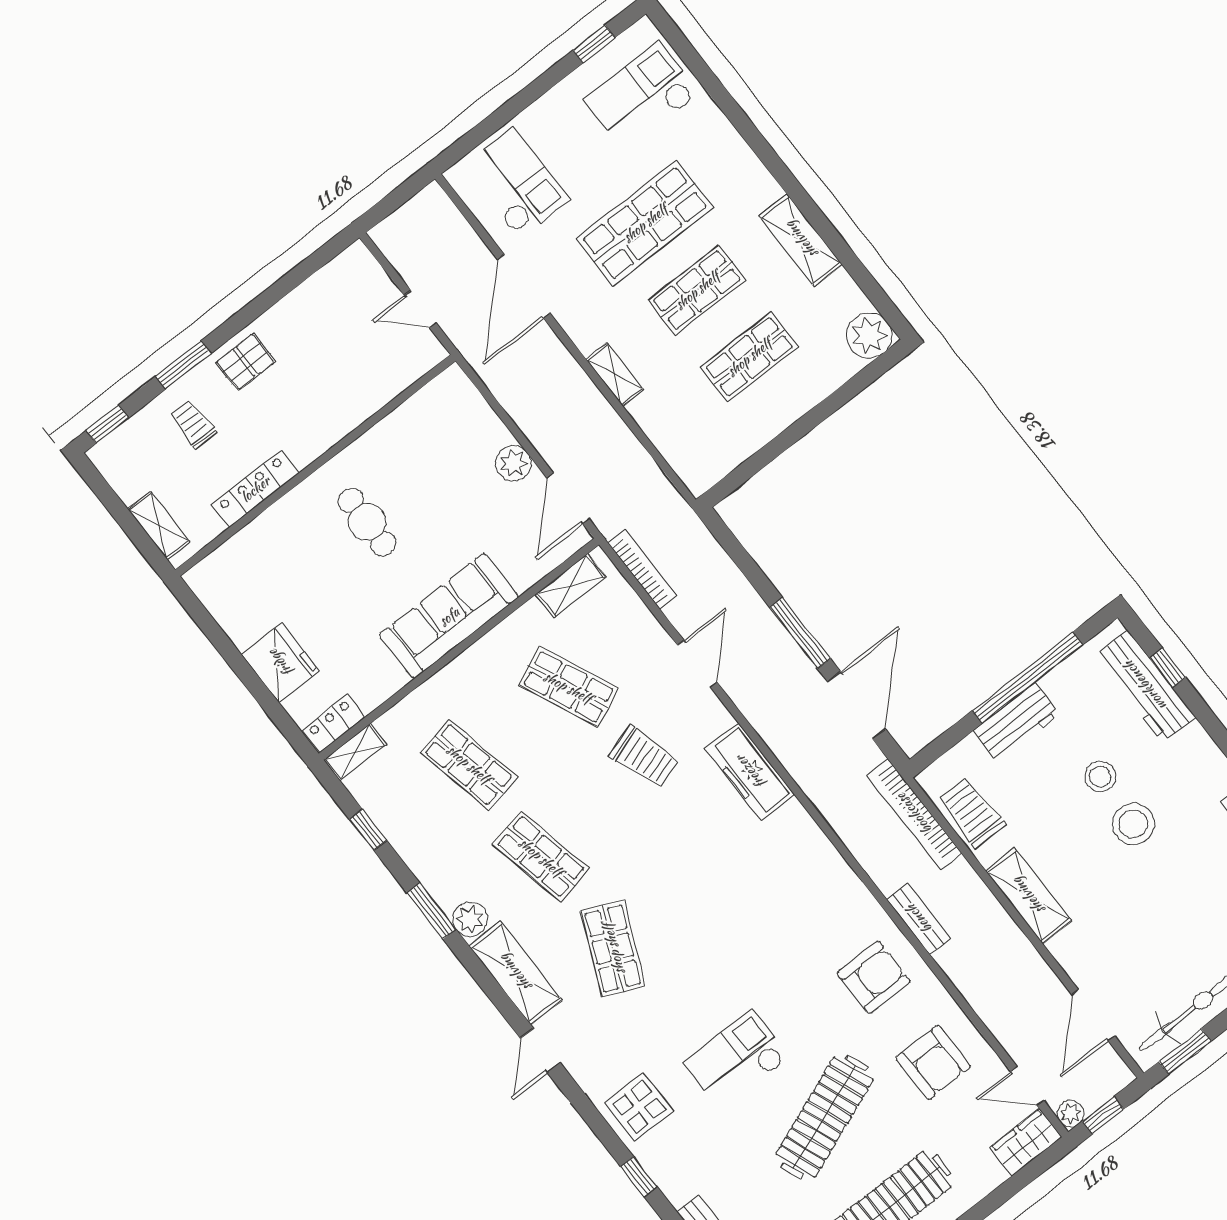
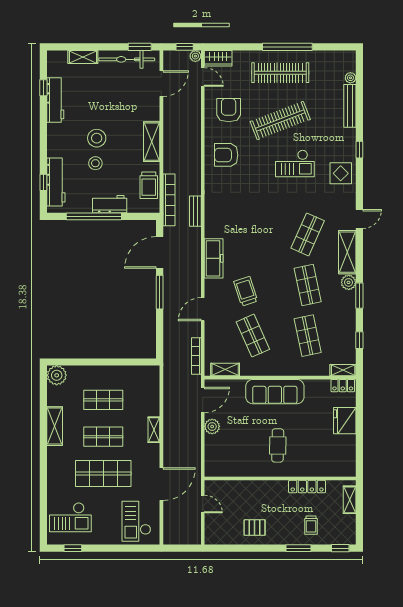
pallet: (246, 362) -> (255, 528), moved
bench: (919, 919) -> (195, 211), moved

